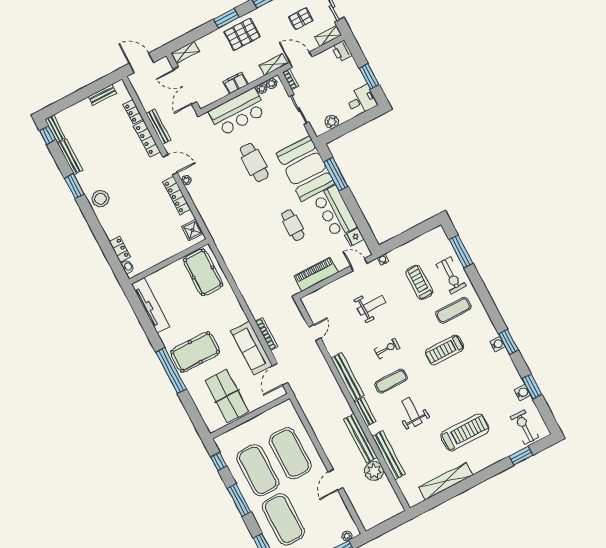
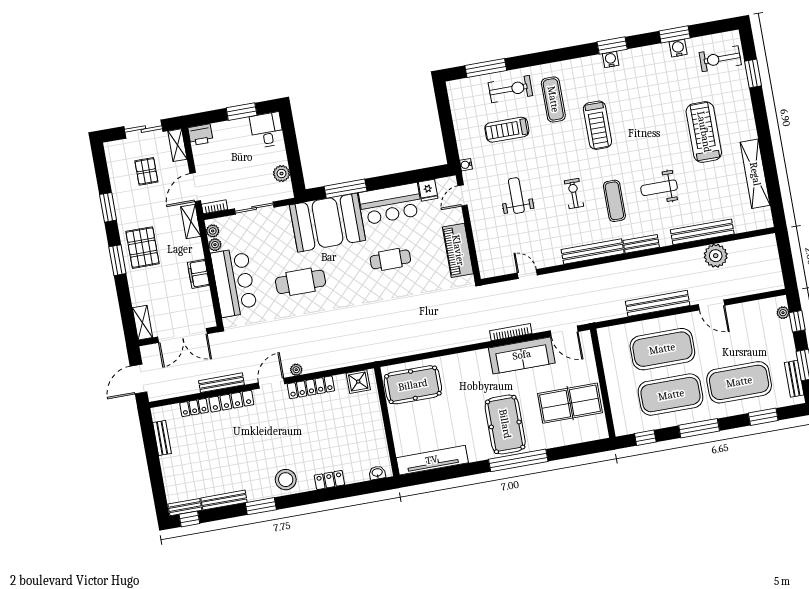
locker: (120, 249) -> (329, 480), moved
bench: (360, 438) -> (658, 303), moved

